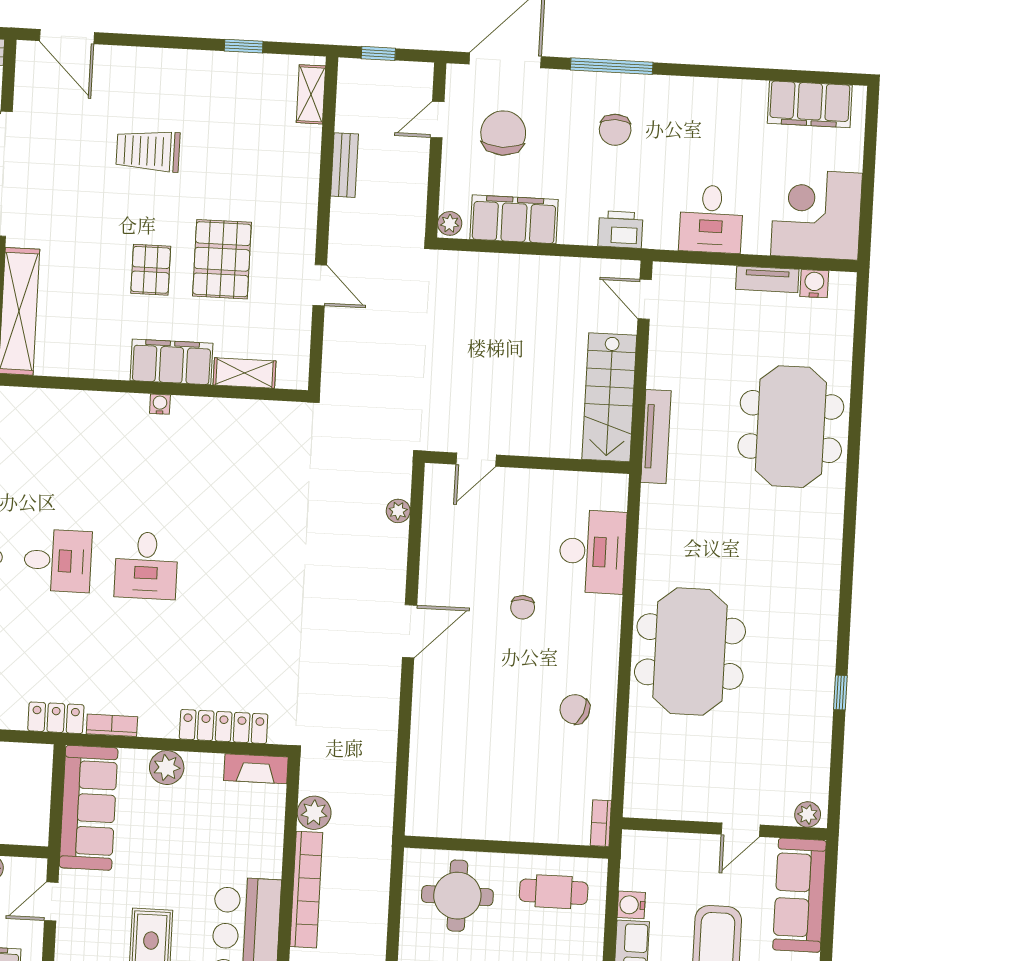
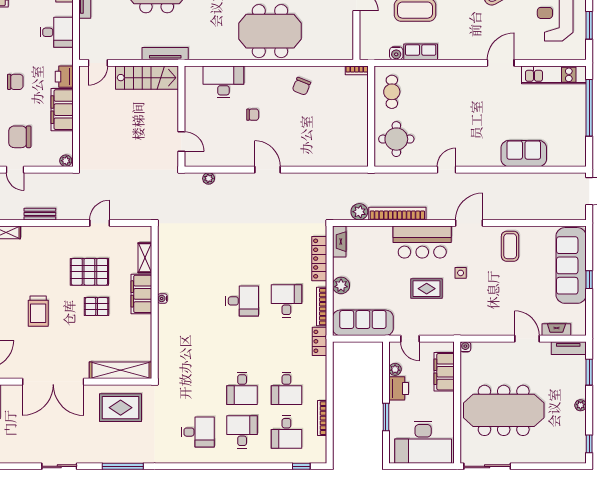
filing cabinet: (514, 219) -> (62, 110), moved
desk: (58, 561) -> (286, 301), moved
bookcase: (112, 725) -> (322, 307), width x1.56

